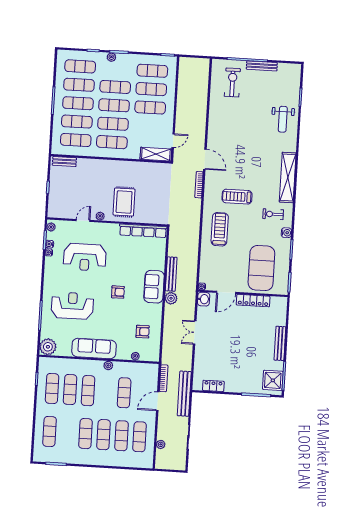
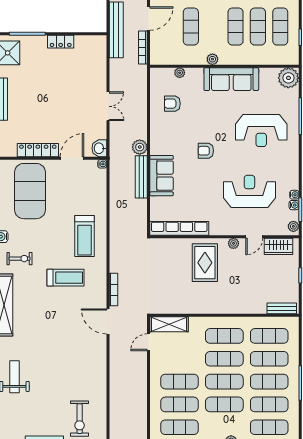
wardrobe: (64, 212) -> (279, 246), added
sofa: (154, 287) -> (162, 176), moved
locker: (213, 386) -> (61, 42), moved

